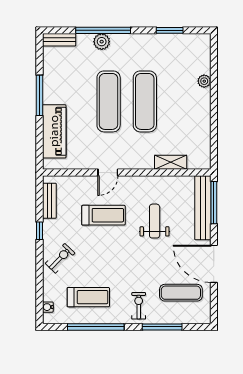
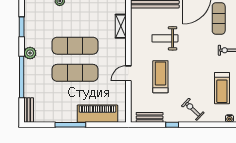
plant: (102, 42) -> (30, 53), moved
door: (108, 173) -> (128, 73), swing flipped
treadmill: (88, 297) -> (222, 88), turned 180

